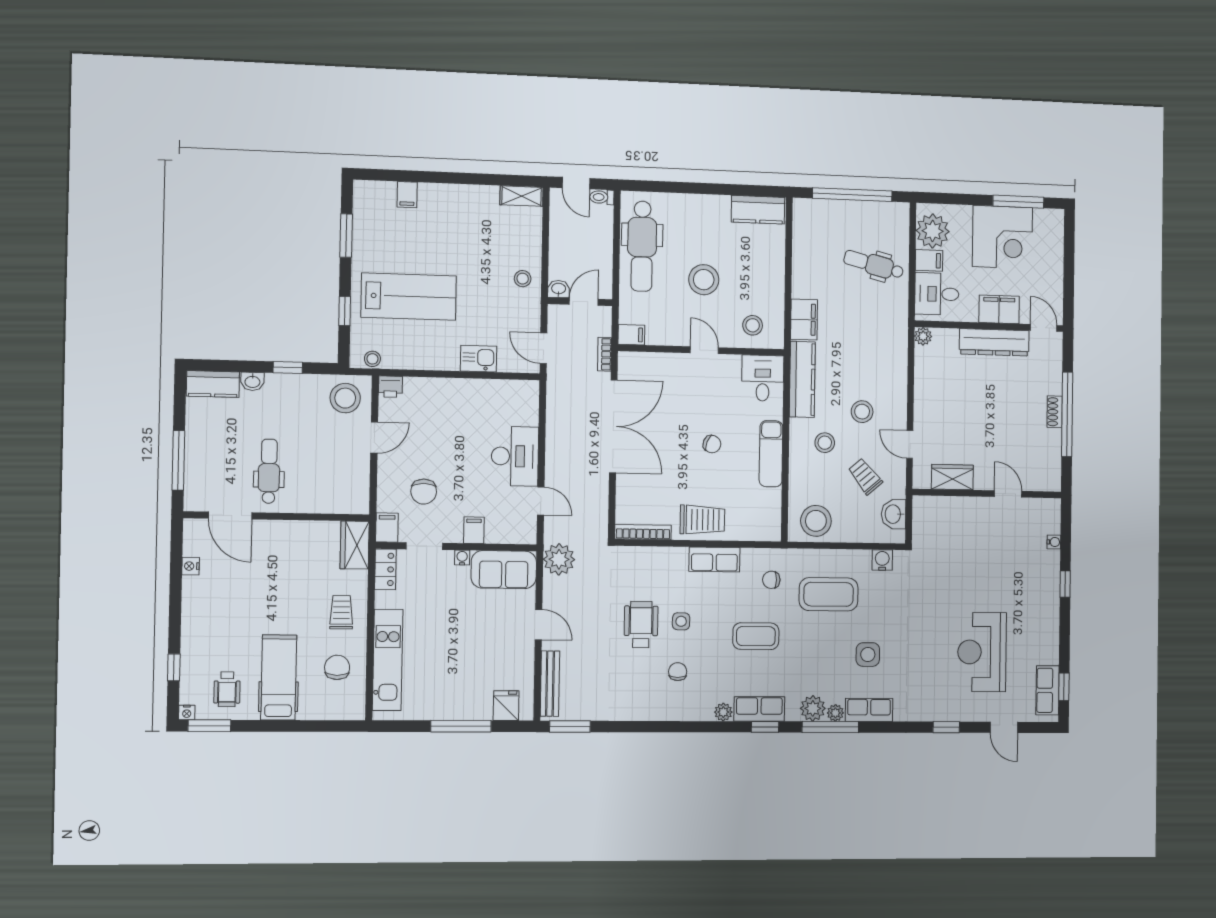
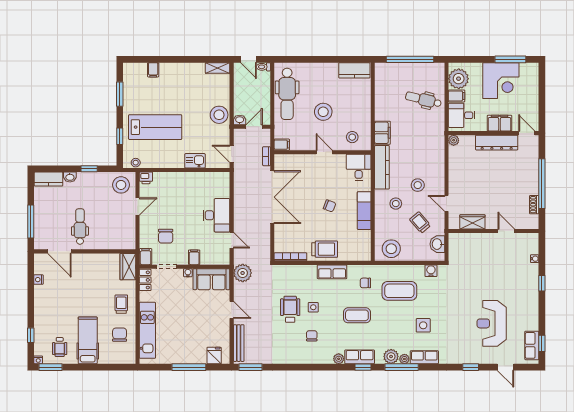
stool: (523, 279) -> (219, 115), width x1.89, depth x1.89
shoe rack: (1055, 412) -> (534, 205), moved

